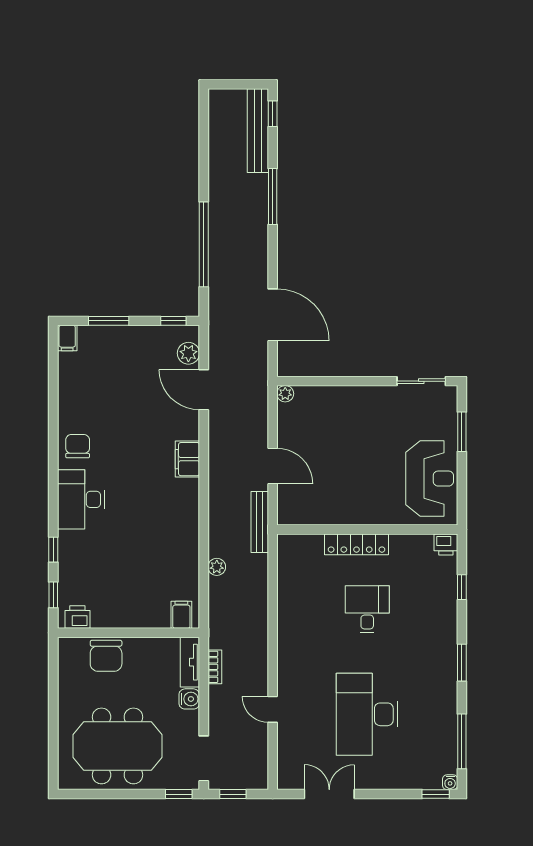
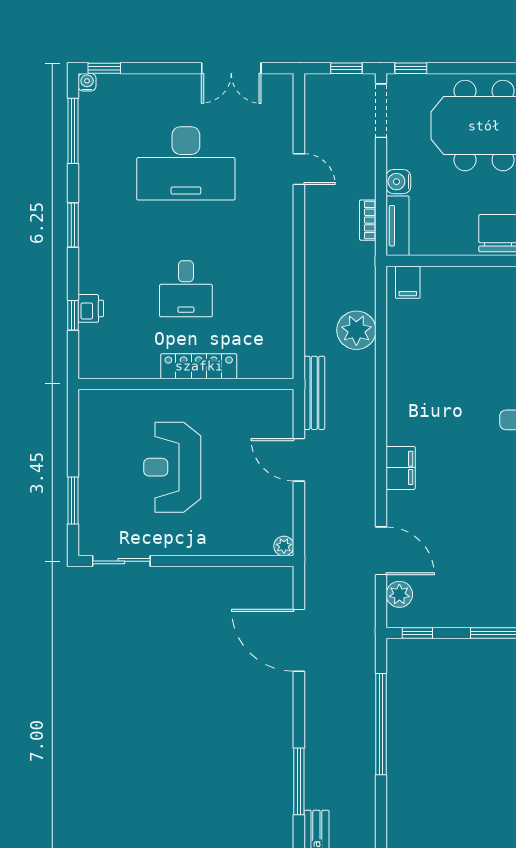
reception desk: (430, 479) -> (172, 467), moved
printer: (446, 544) -> (91, 308), moved, turned 90
plant: (217, 567) -> (356, 330), width x1.87, depth x1.87
desk: (367, 714) -> (186, 163), turned 90

